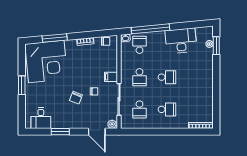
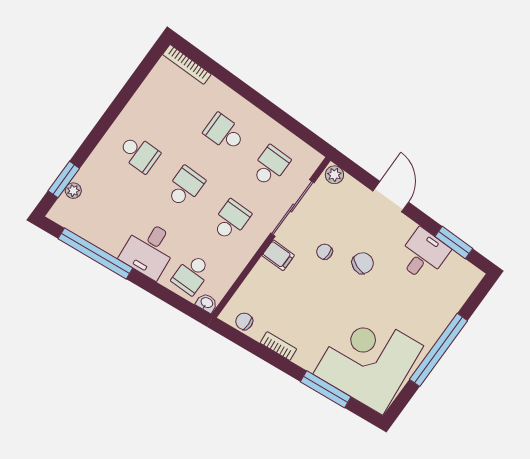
window: (150, 29) -> (95, 253), moved
desk: (181, 41) -> (149, 250), moved, width x0.73
school desk: (167, 77) -> (185, 187), turned 90
school desk: (194, 77) -> (139, 153), added
window: (22, 85) -> (438, 350), width x2.11
desk: (41, 118) -> (423, 255), moved
window: (60, 132) -> (454, 242), moved
door: (97, 132) -> (391, 197), moved

